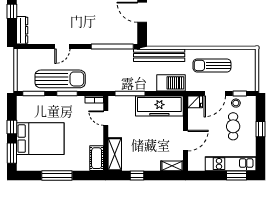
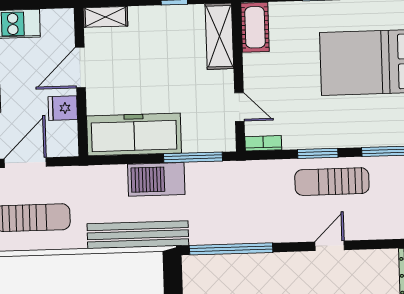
sun lounger: (60, 79) -> (332, 182), width x0.73, depth x0.75
barbecue: (171, 83) -> (156, 179), moved
fridge: (195, 102) -> (63, 108), moved

